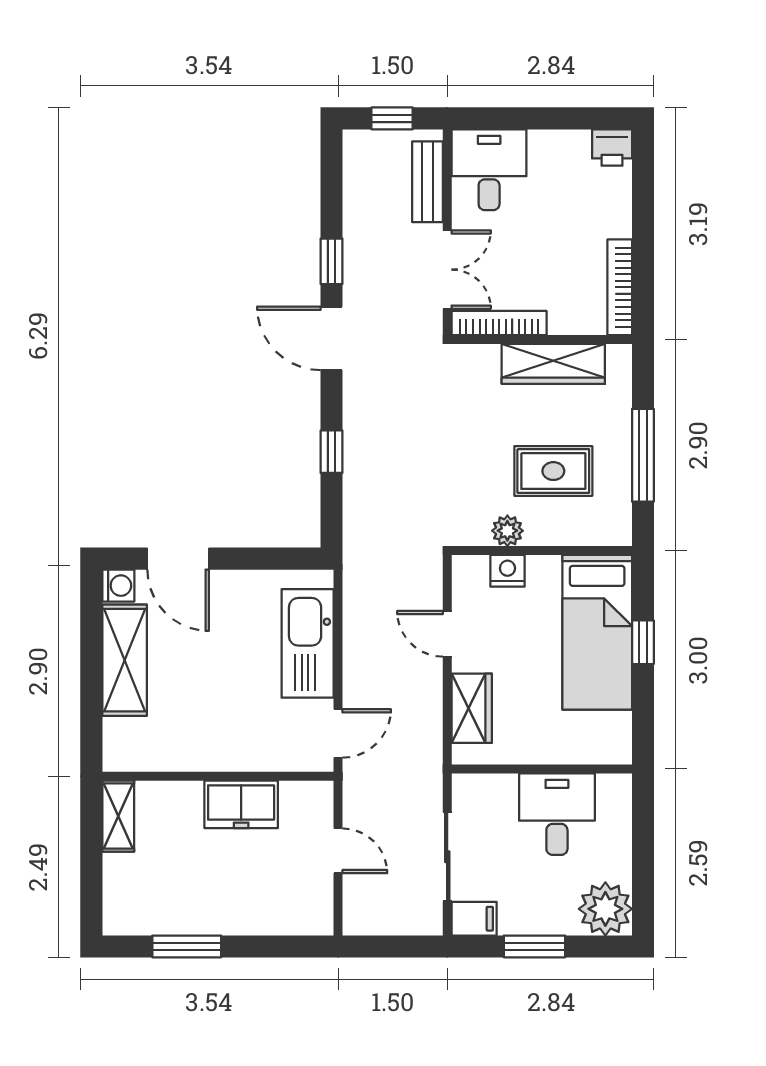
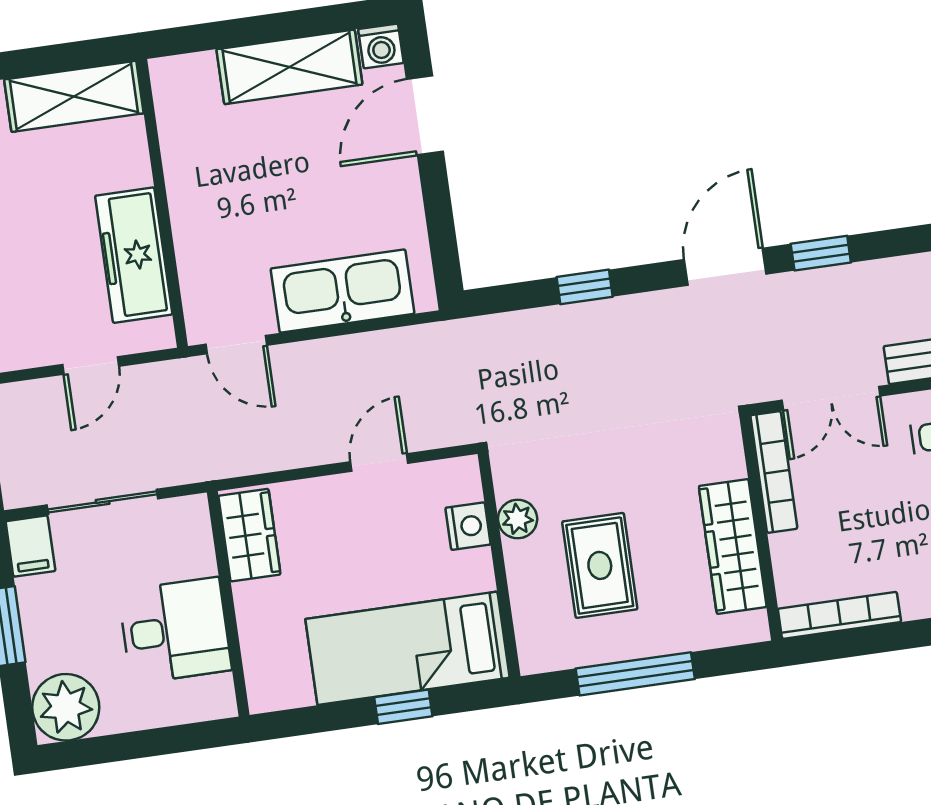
wardrobe: (472, 708) -> (249, 535), moved, turned -90
freezer: (241, 804) -> (134, 255), width x1.40
shelving: (118, 816) -> (74, 96), width x1.50, depth x1.33

